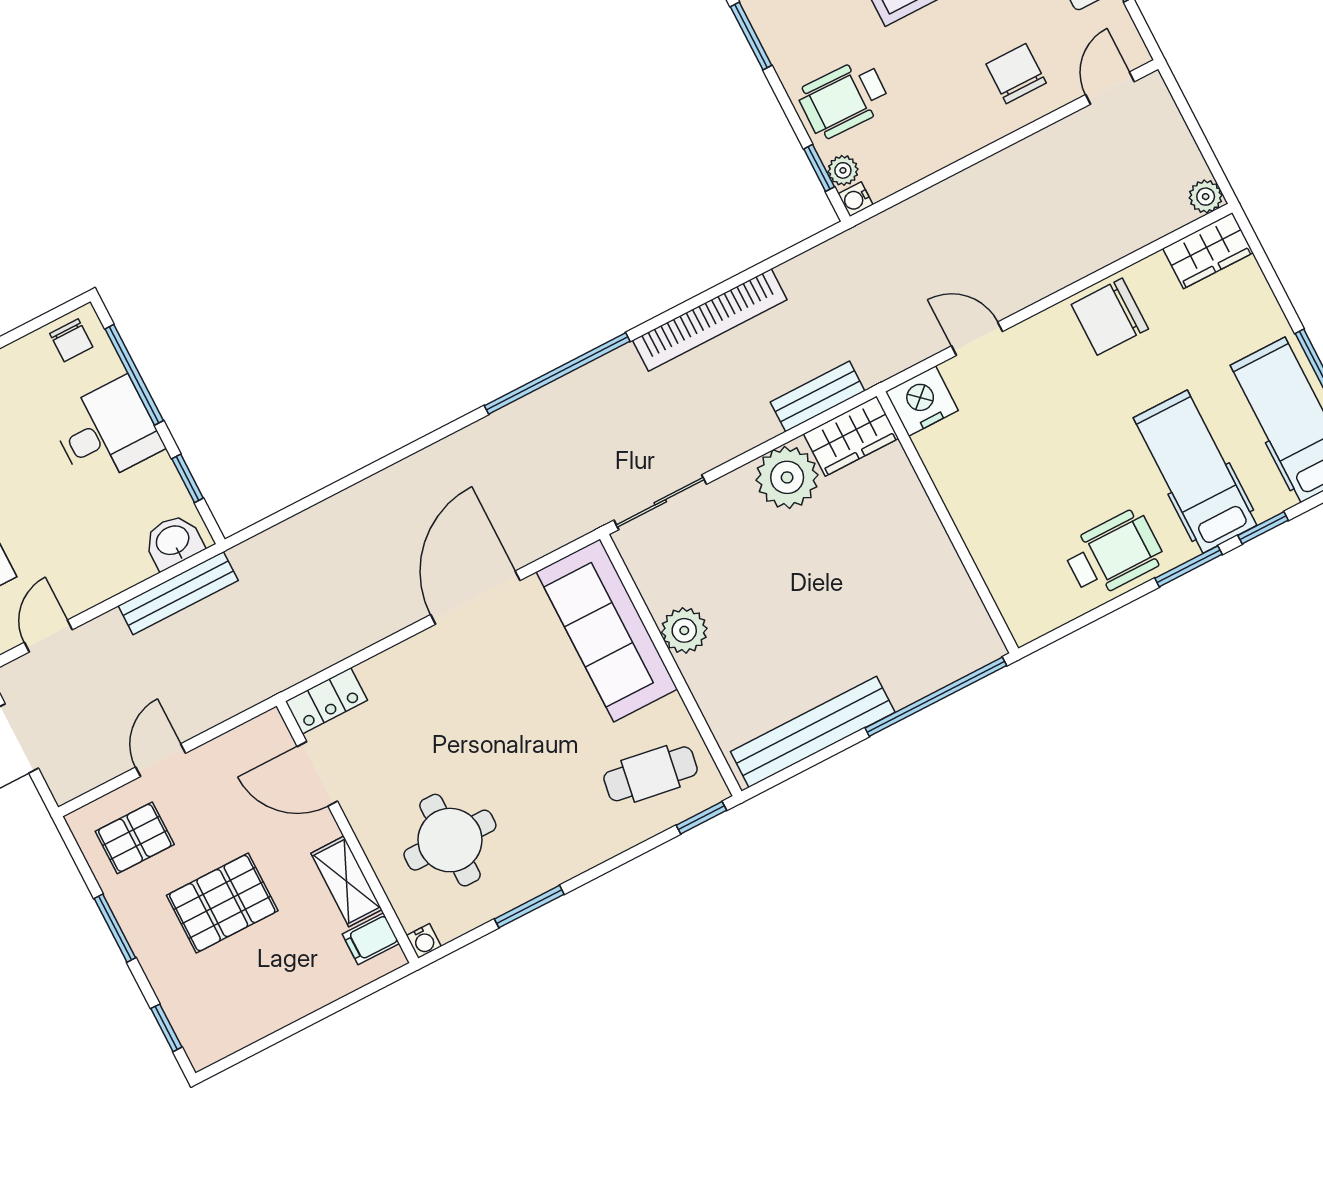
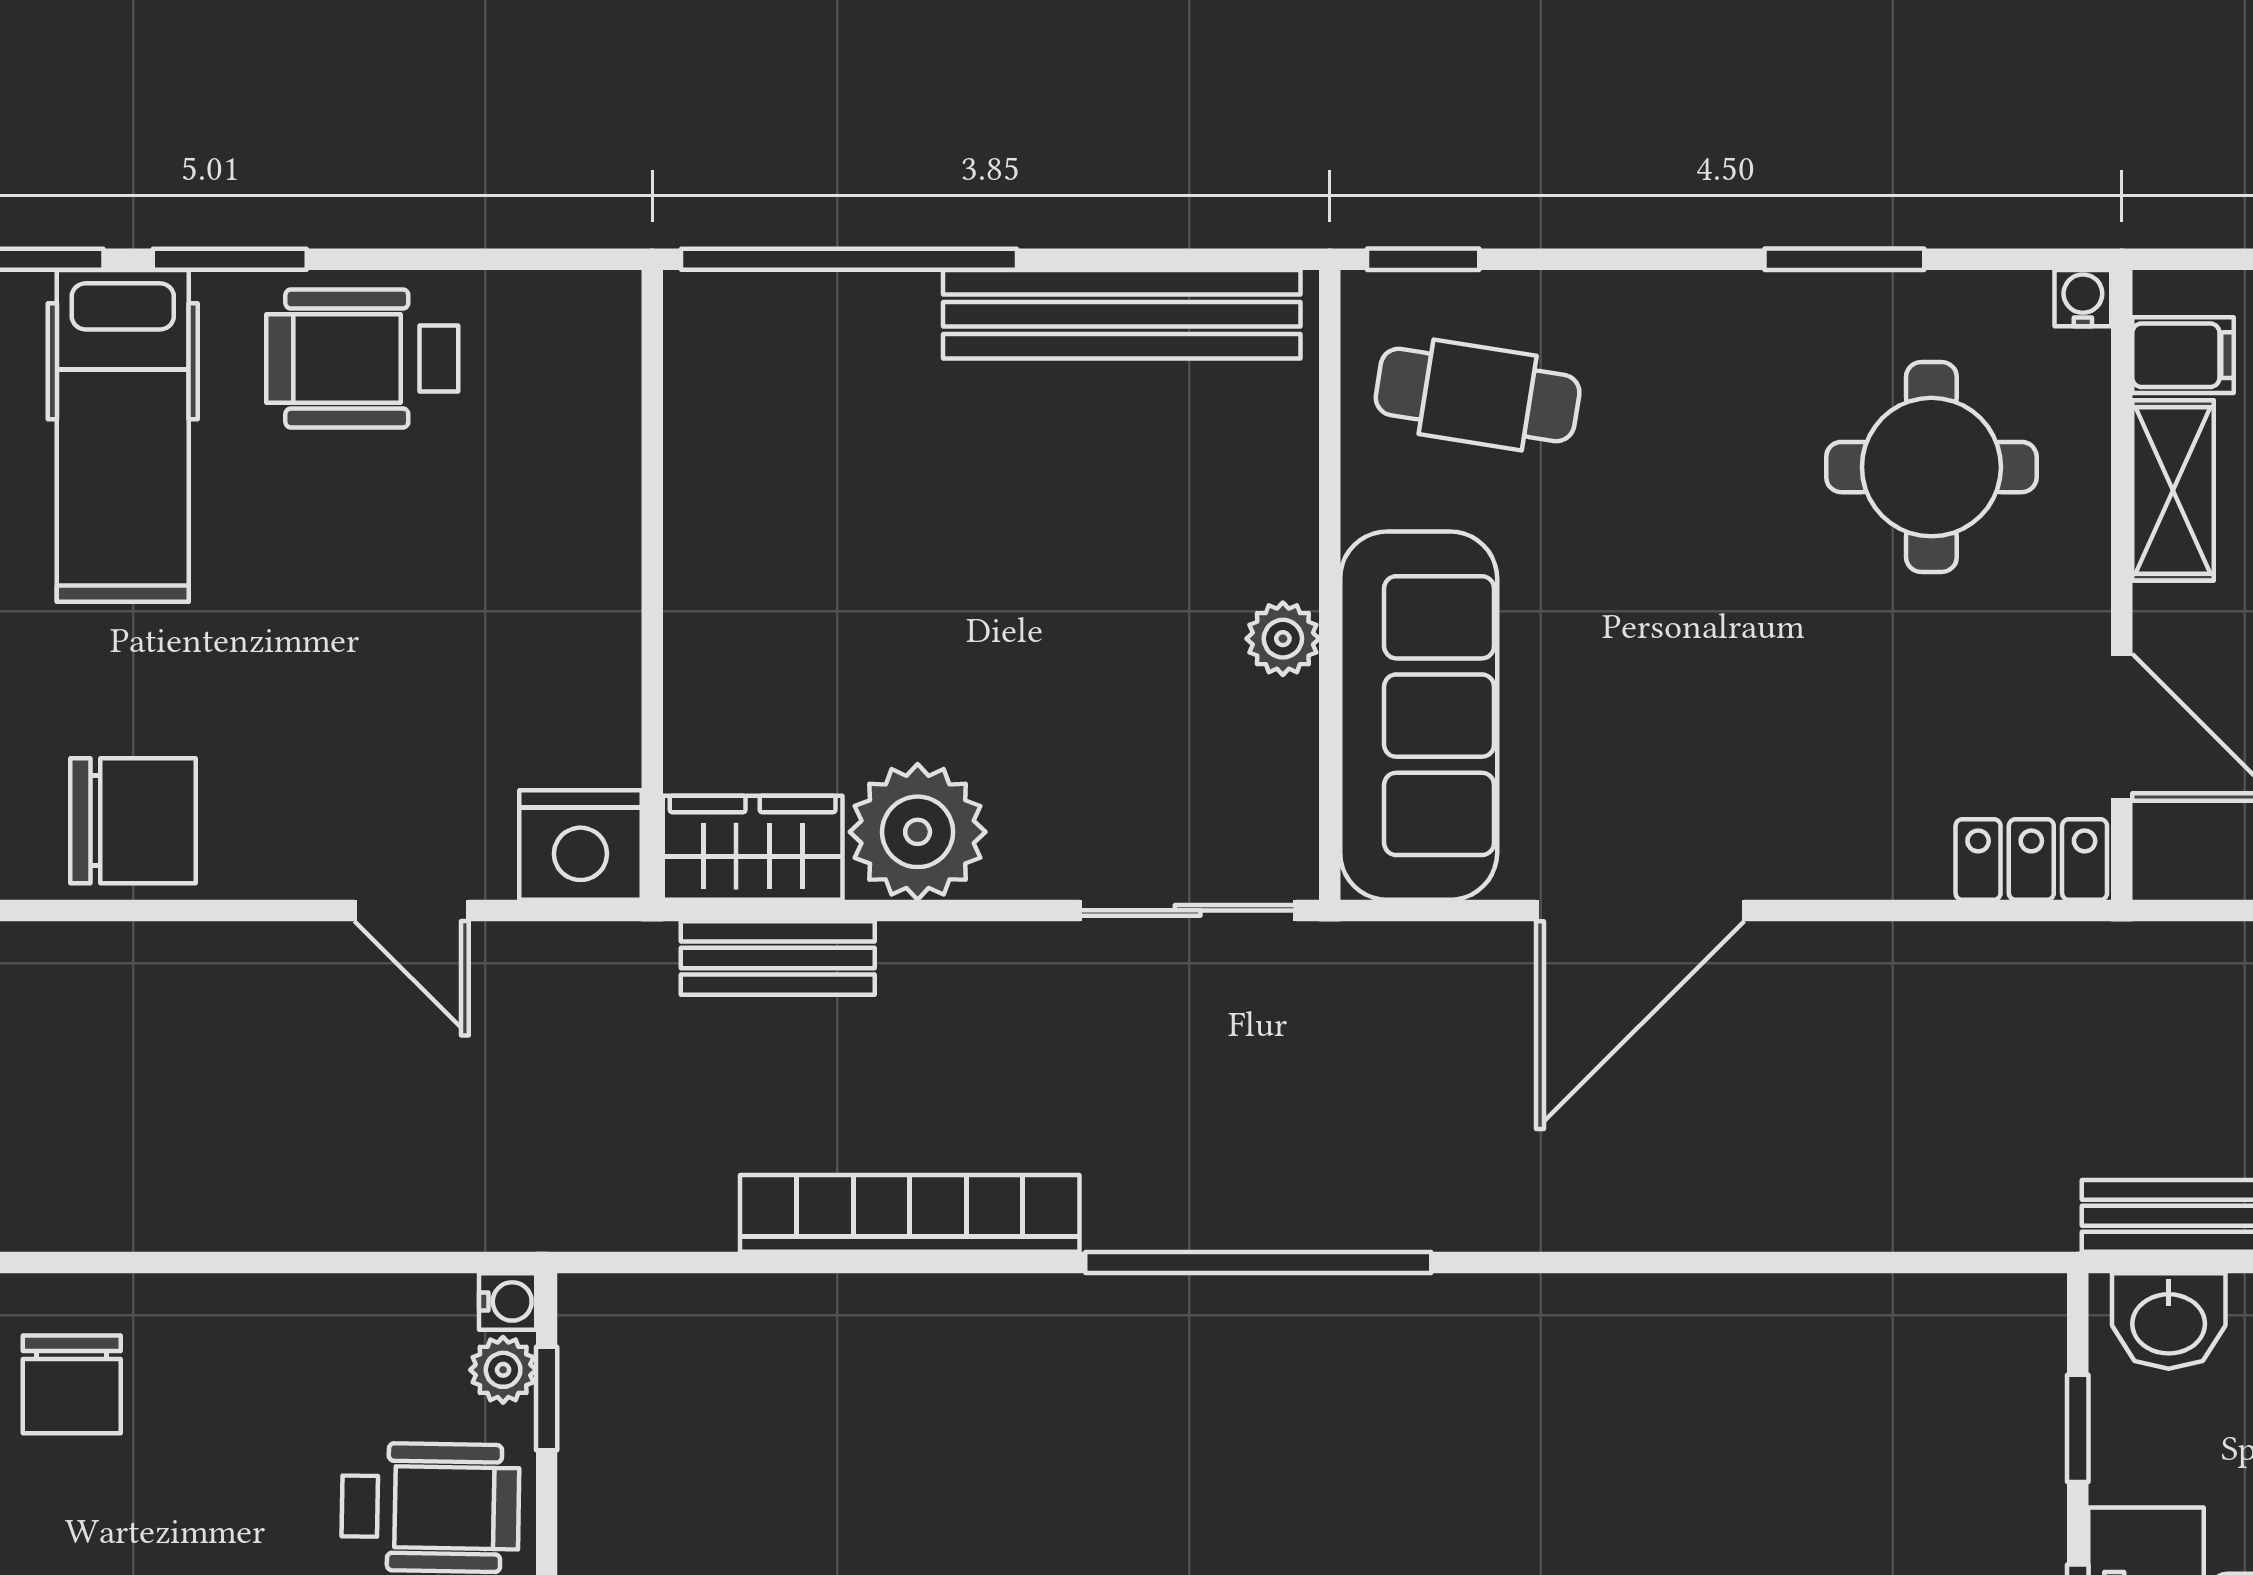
plant: (684, 630) -> (1283, 639), width x0.73, depth x0.73

